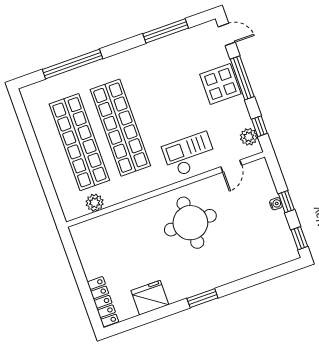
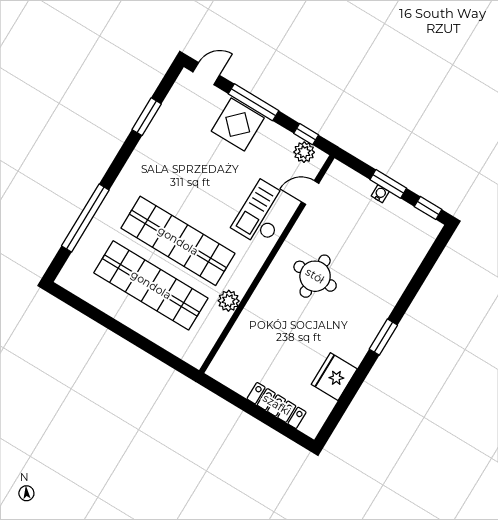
window: (166, 31) -> (147, 117), width x0.69
door: (231, 166) -> (310, 193), swing flipped
window: (286, 202) -> (388, 184), width x1.50
plant: (95, 203) -> (229, 301), moved
round table: (190, 223) -> (315, 276), width x0.73, depth x0.73
locker: (103, 302) -> (277, 405), moved

